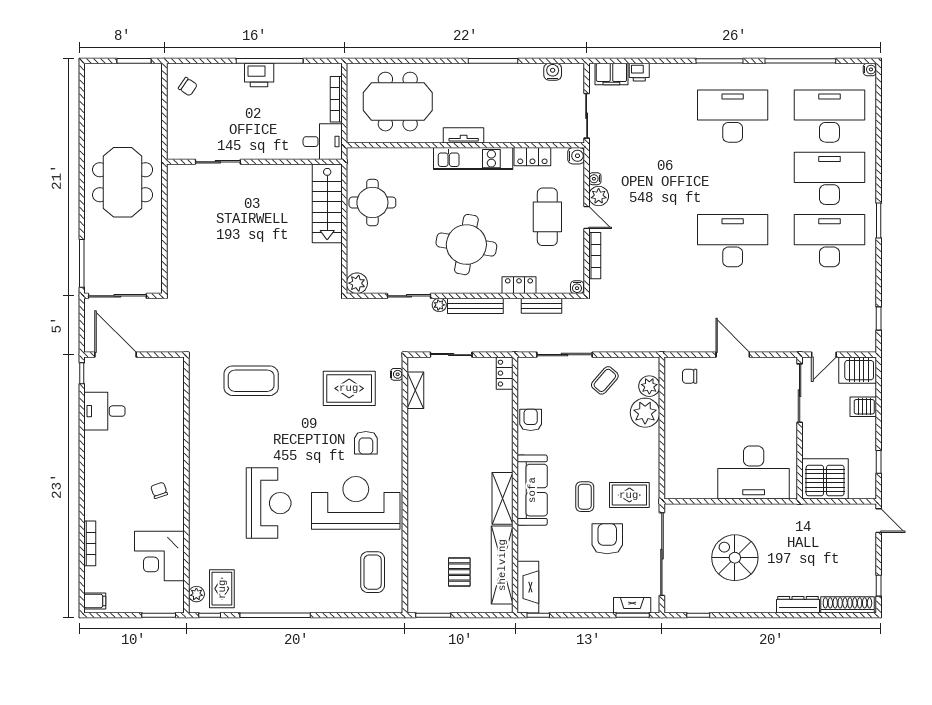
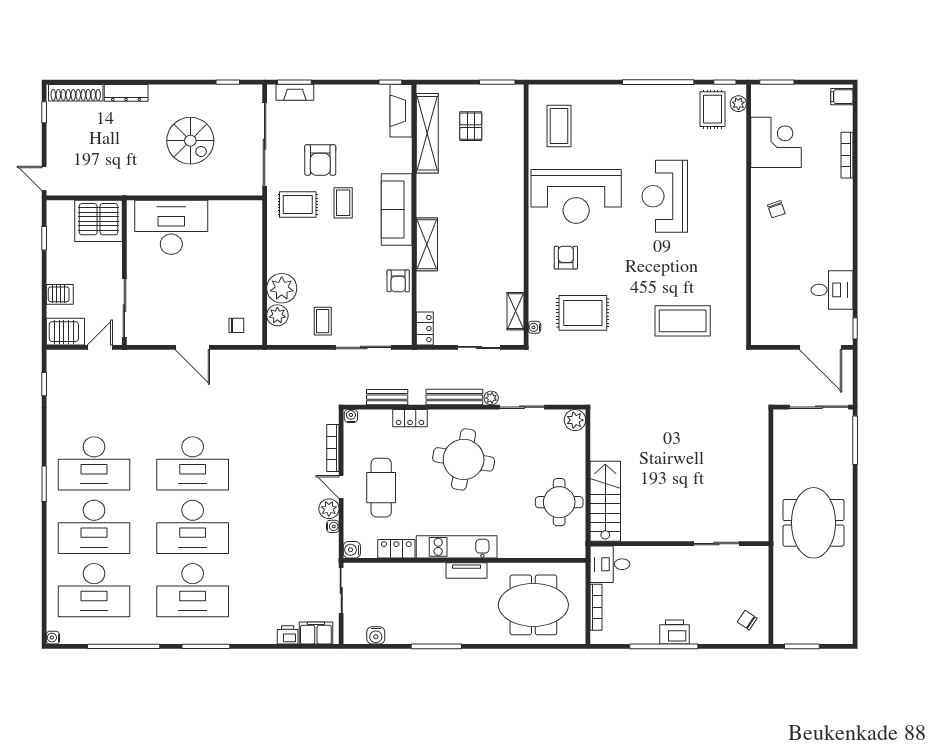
desk: (733, 178) -> (193, 527), added
coffee table: (605, 380) -> (323, 321), turned -41
shelving: (502, 498) -> (427, 244), moved

